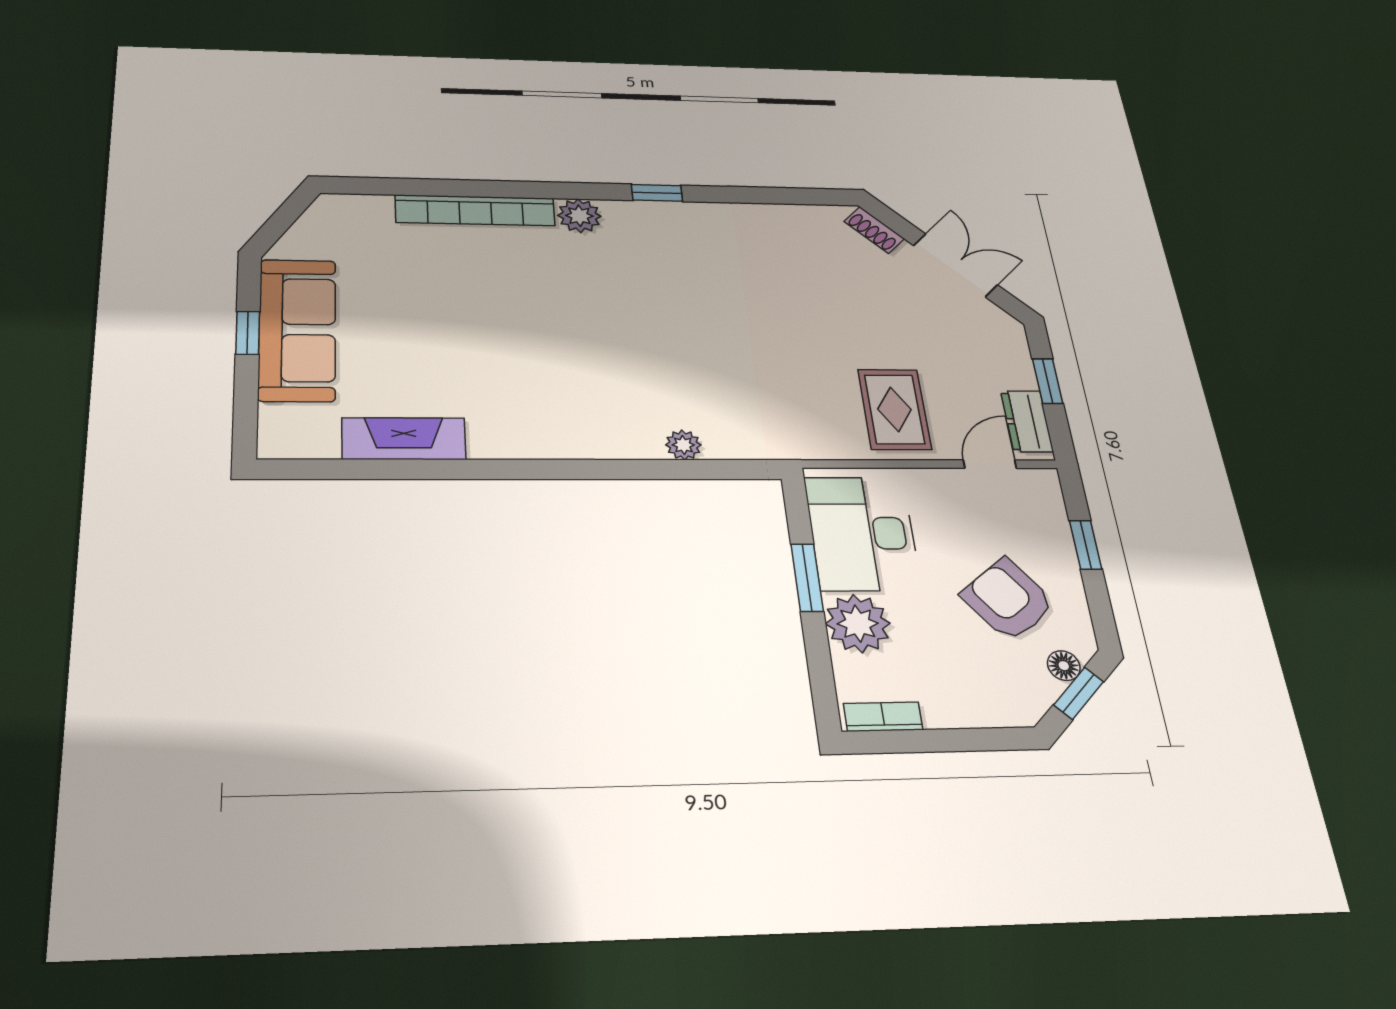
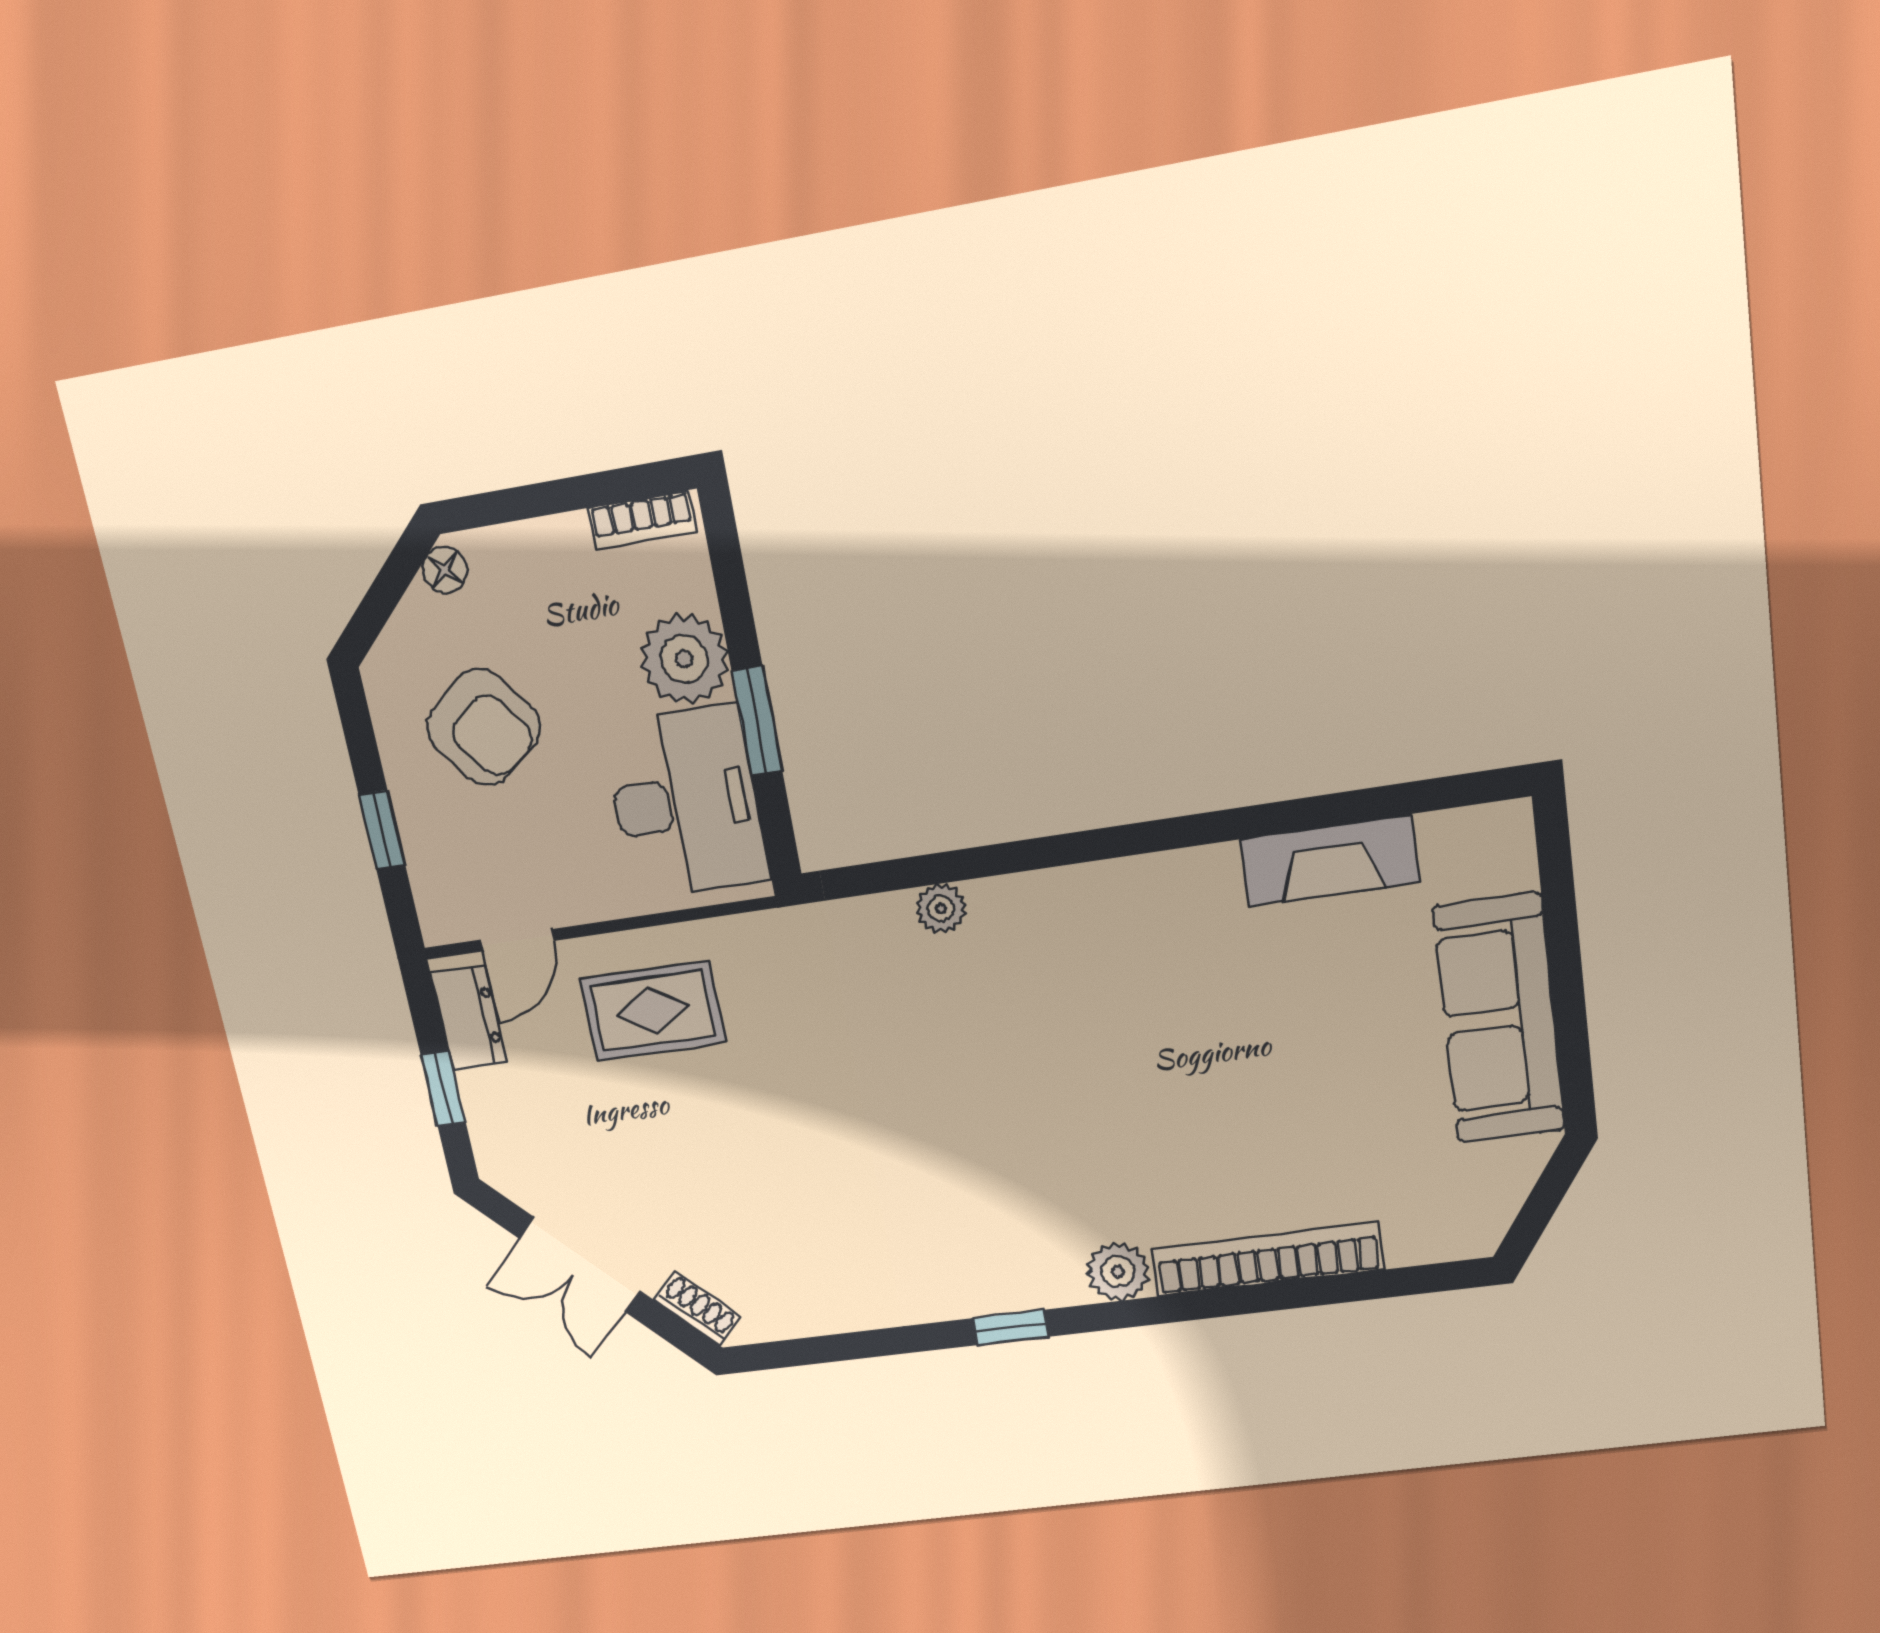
window: (248, 333) -> (1569, 1003), removed
rug: (894, 409) -> (653, 1011), turned 90
floor lamp: (1064, 666) -> (445, 570), moved
window: (1079, 693) -> (384, 596), removed

